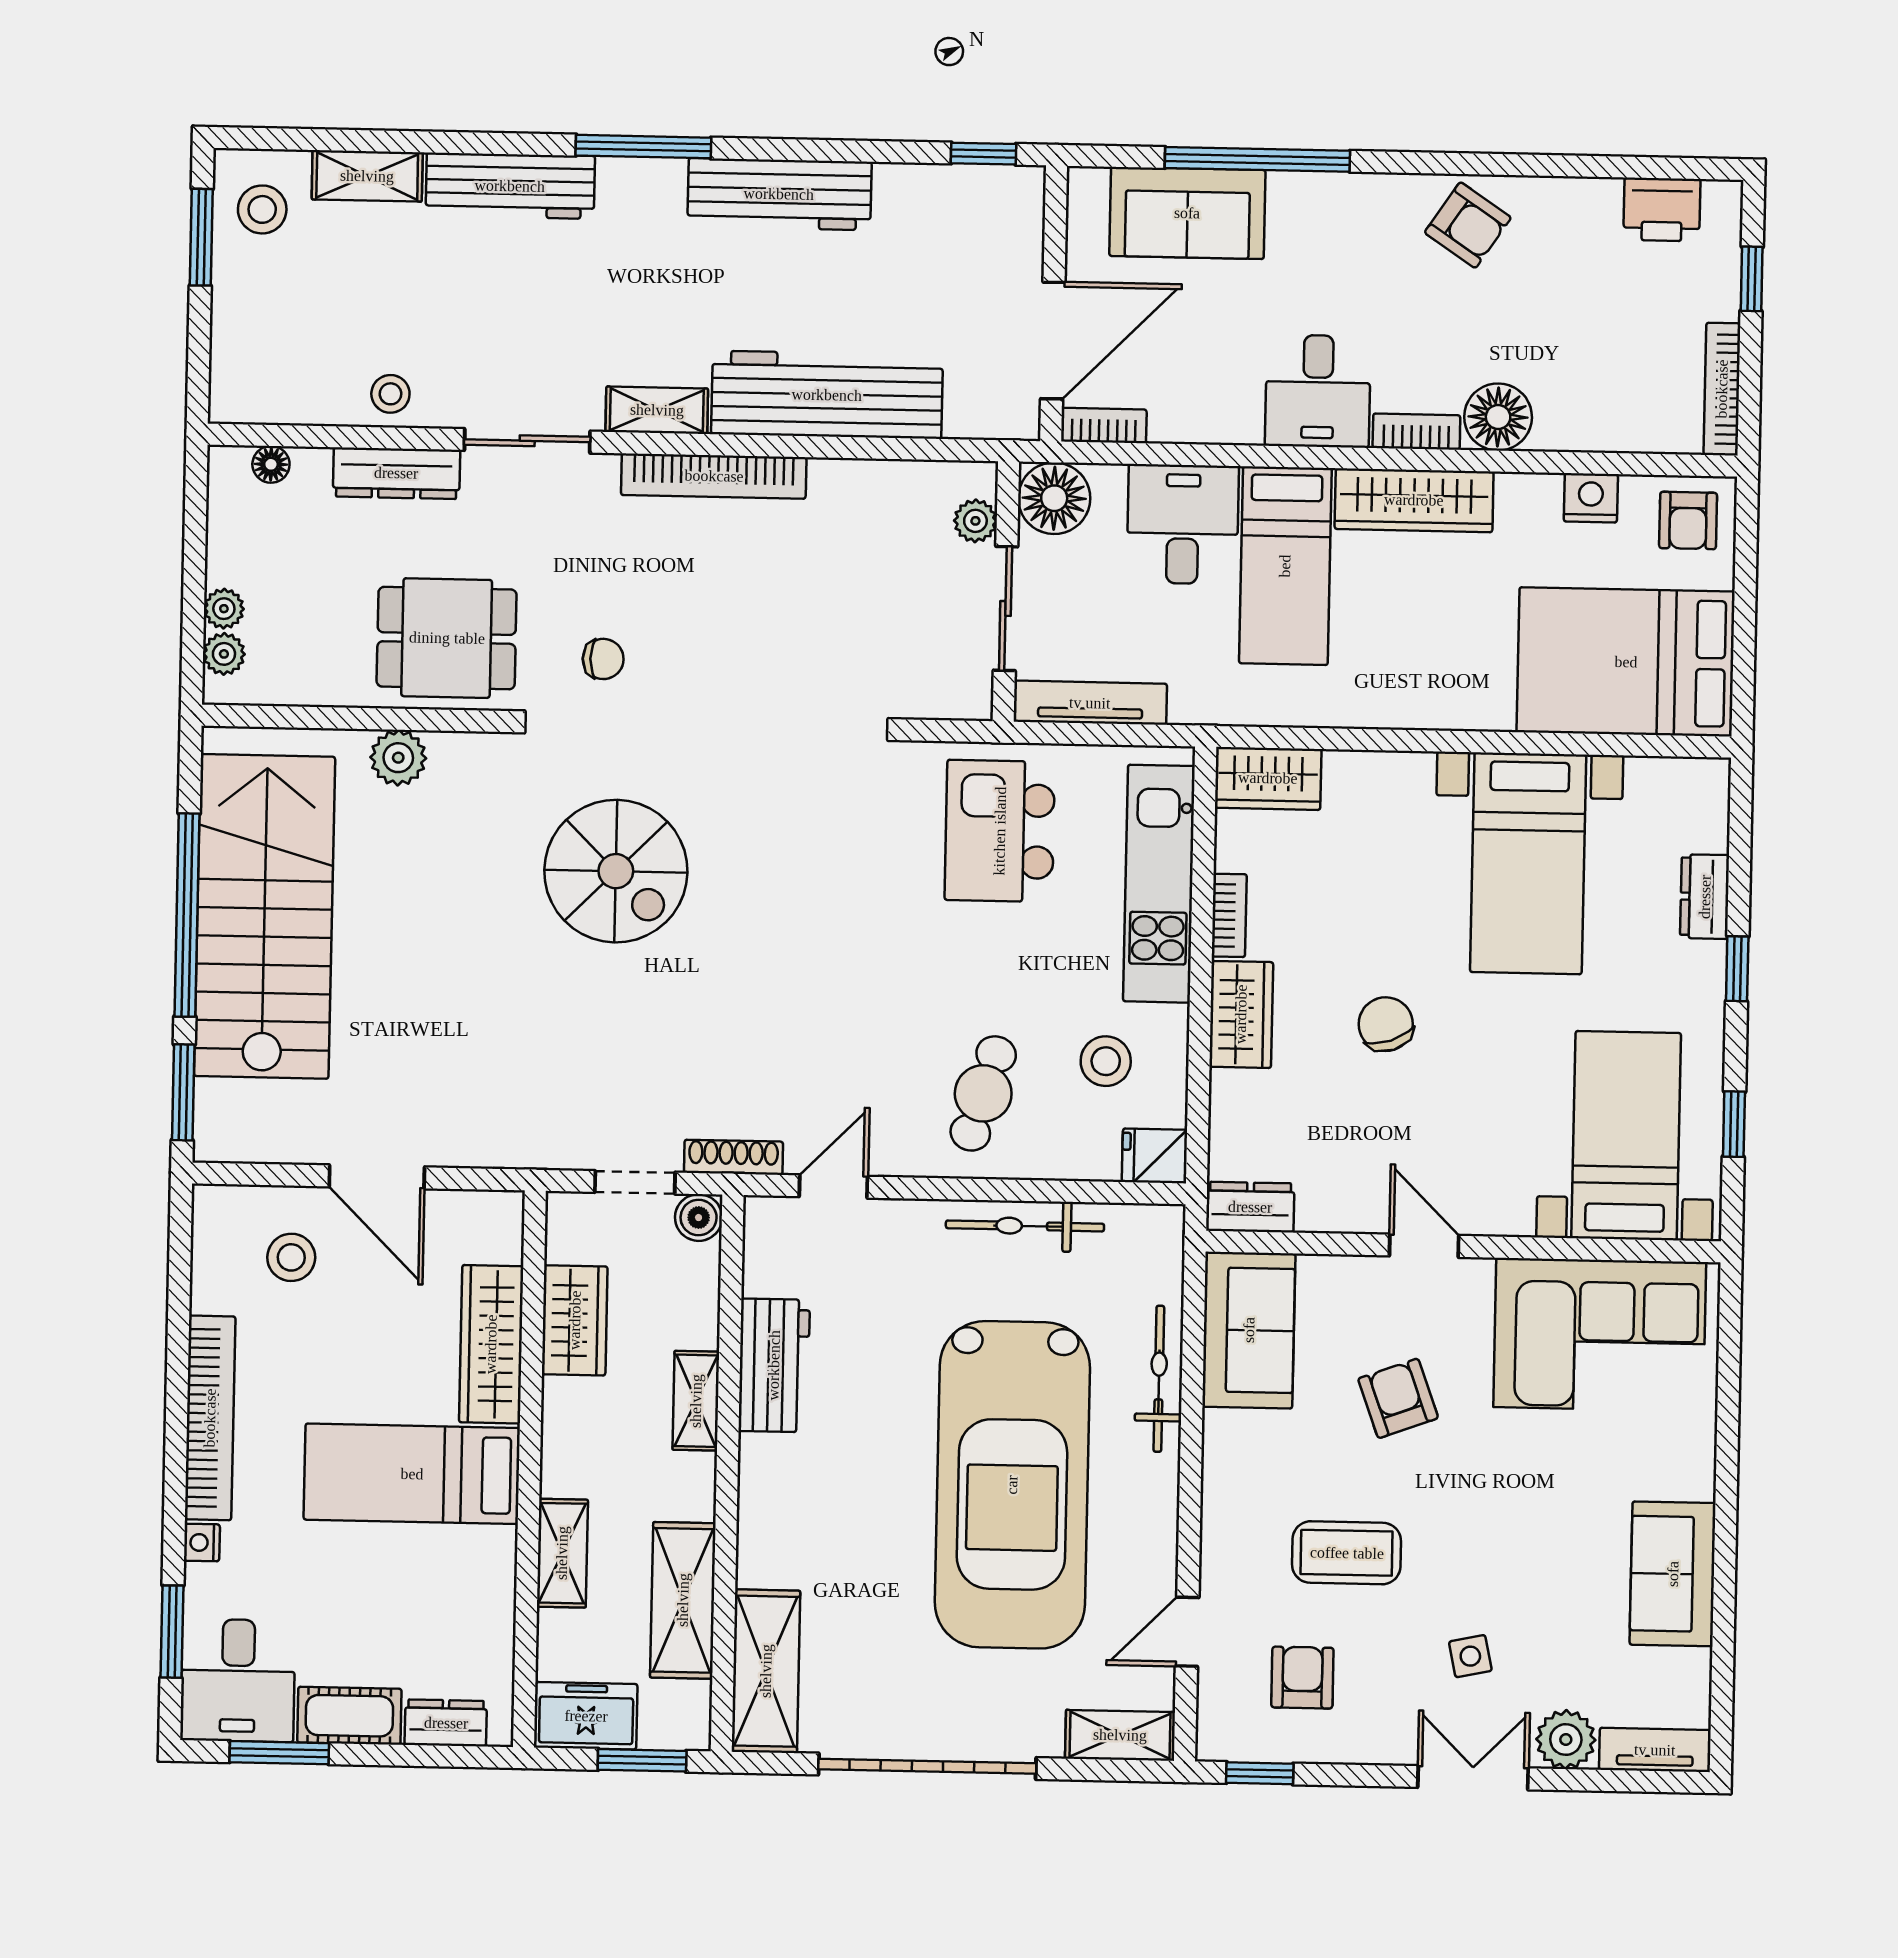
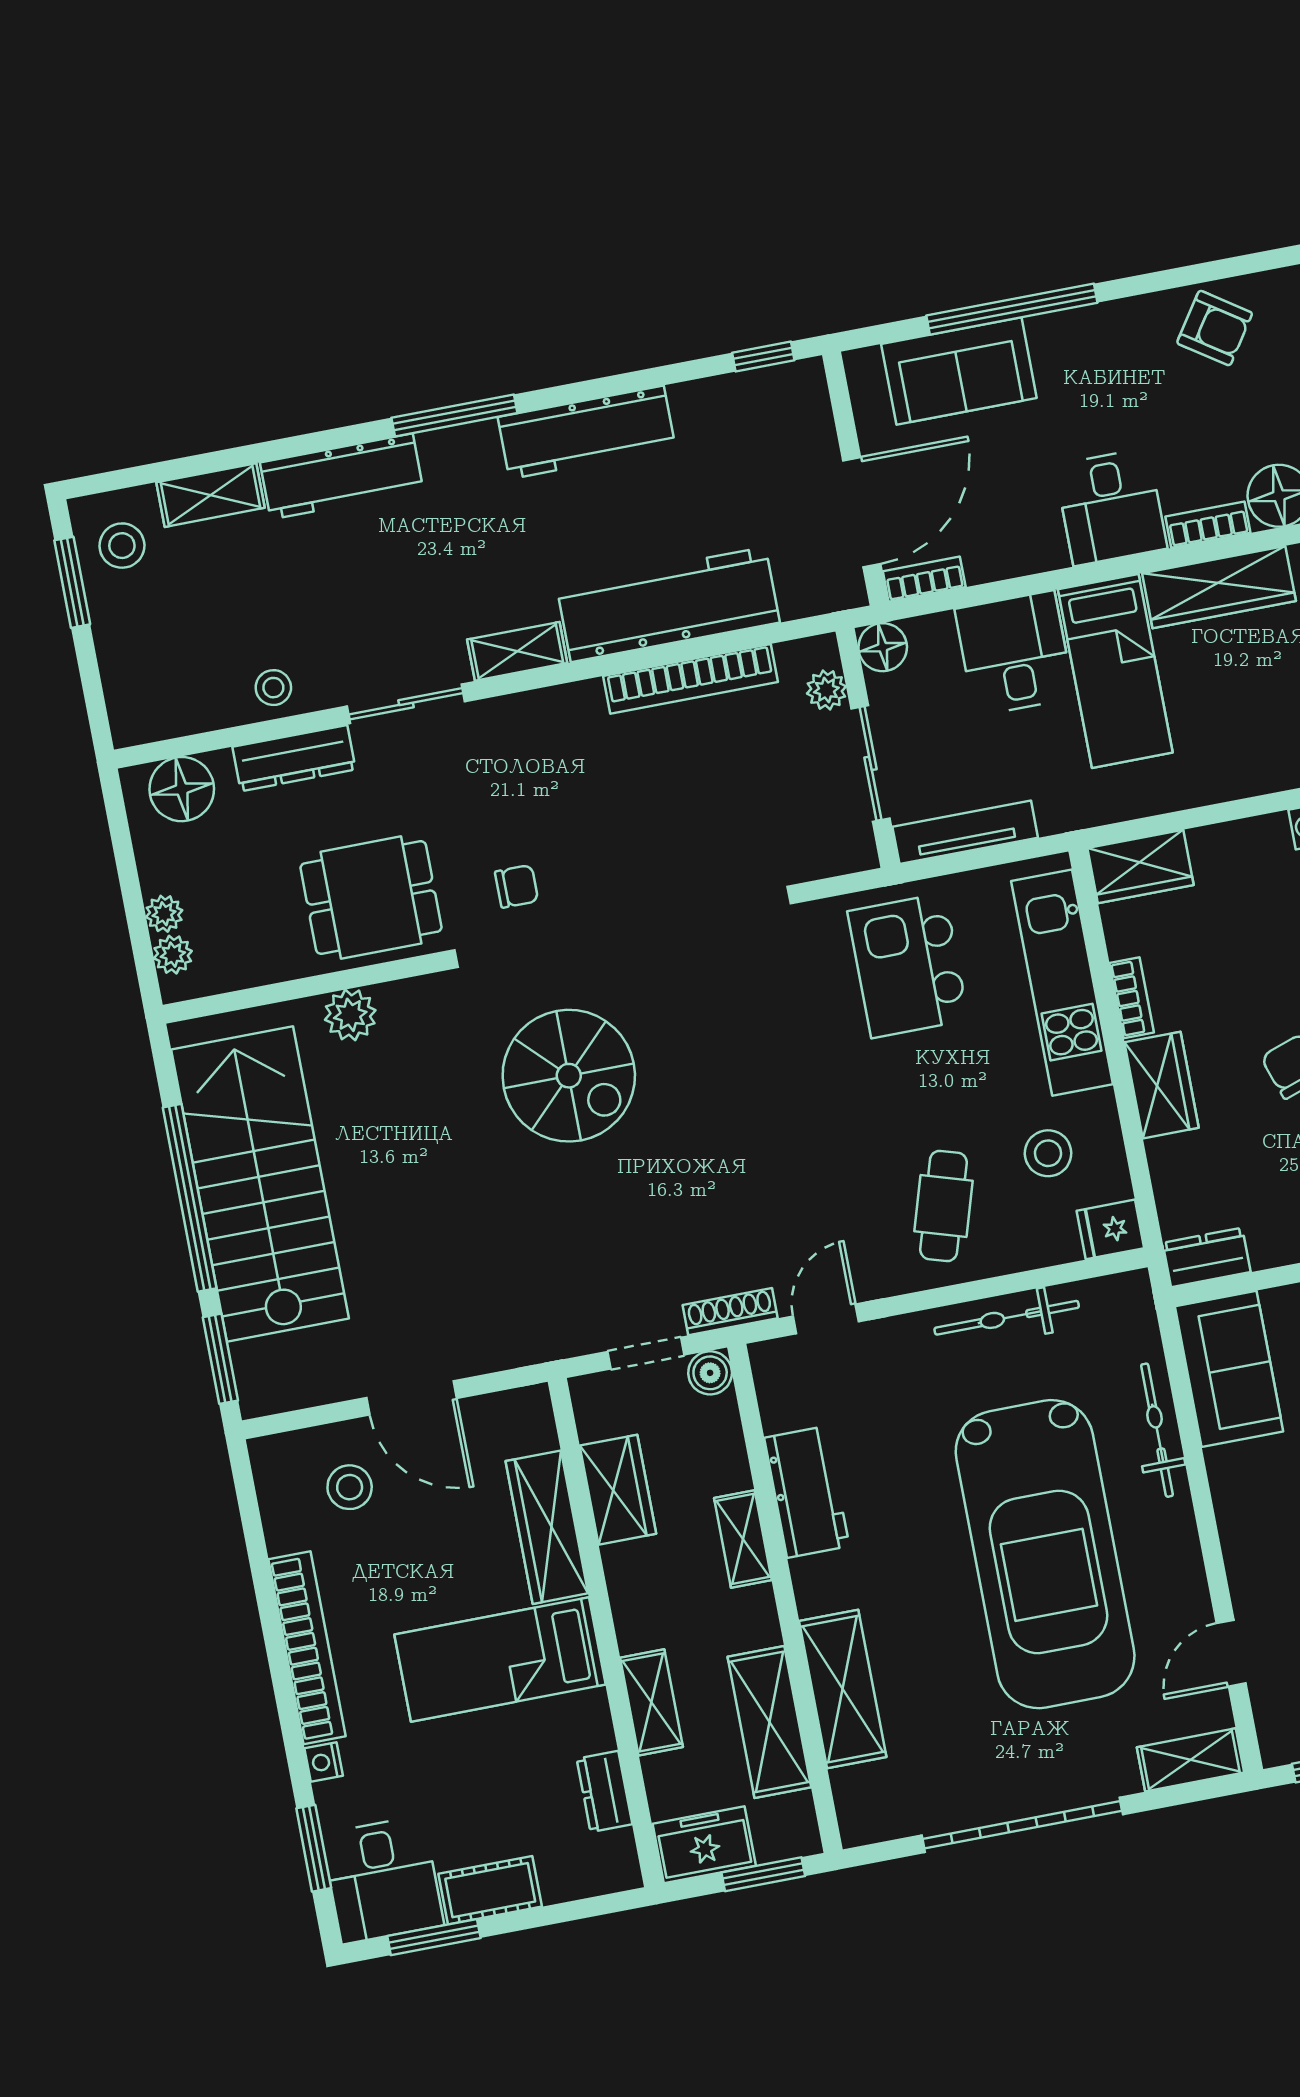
floor lamp: (271, 464) -> (182, 789), width x1.89, depth x1.89
bookcase: (714, 476) -> (690, 679), moved
floor lamp: (1054, 498) -> (883, 647), width x0.73, depth x0.73
shelving: (766, 1671) -> (843, 1689), moved
dresser: (446, 1723) -> (604, 1792), moved, turned -90

